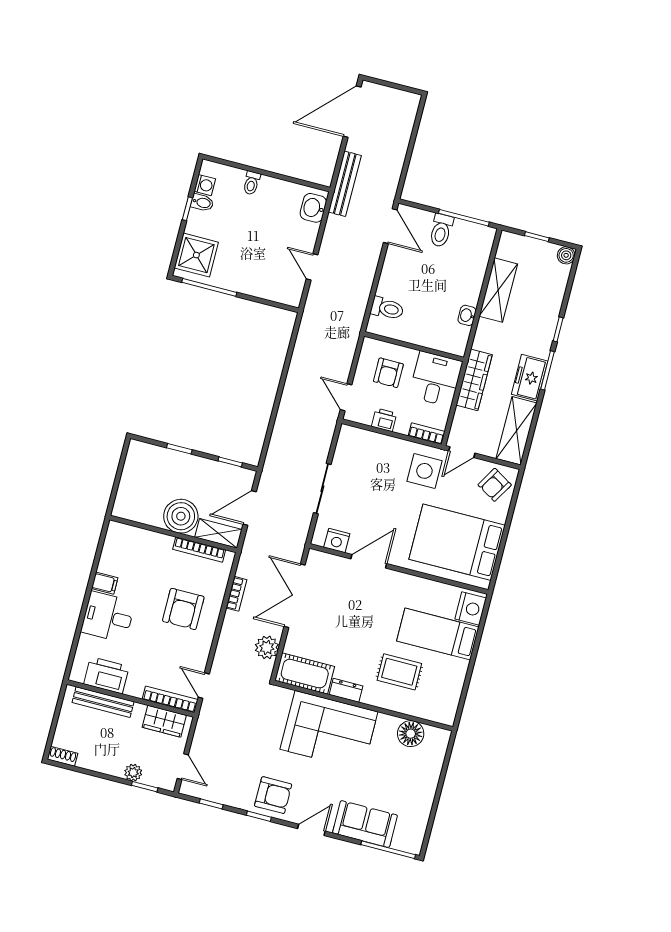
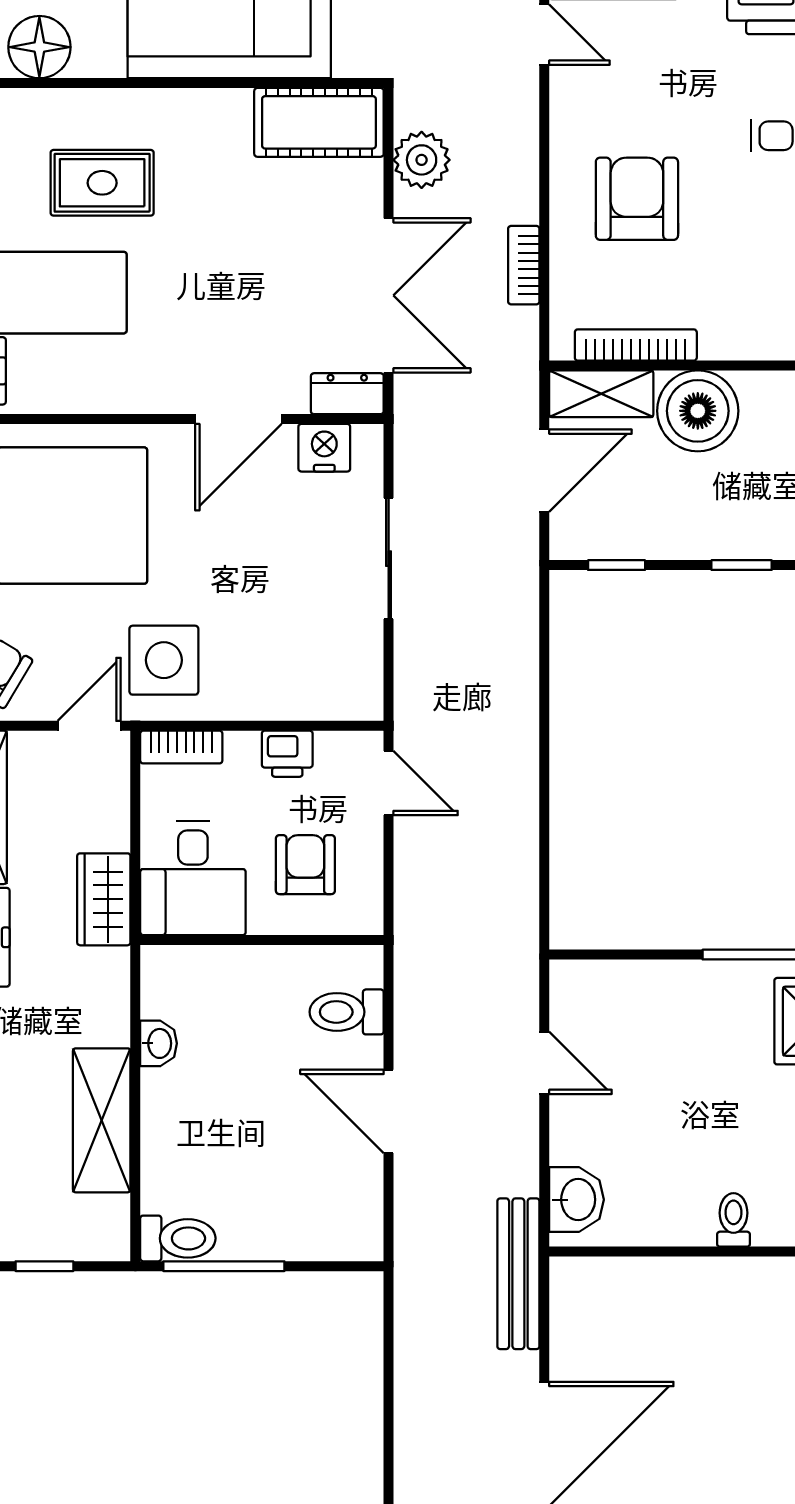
door: (390, 226) -> (389, 1111), moved
toilet: (441, 230) -> (178, 1238), moved, turned 90
wardrobe: (474, 380) -> (104, 899), width x0.67
dresser: (346, 690) -> (347, 394), moved, turned 180

